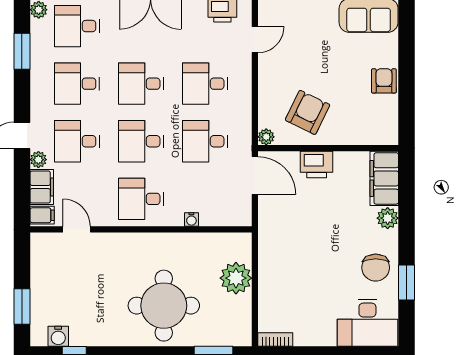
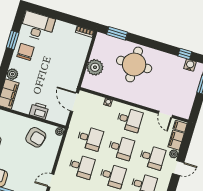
armchair: (308, 112) -> (36, 137), turned -102
door: (255, 176) -> (74, 102), moved

